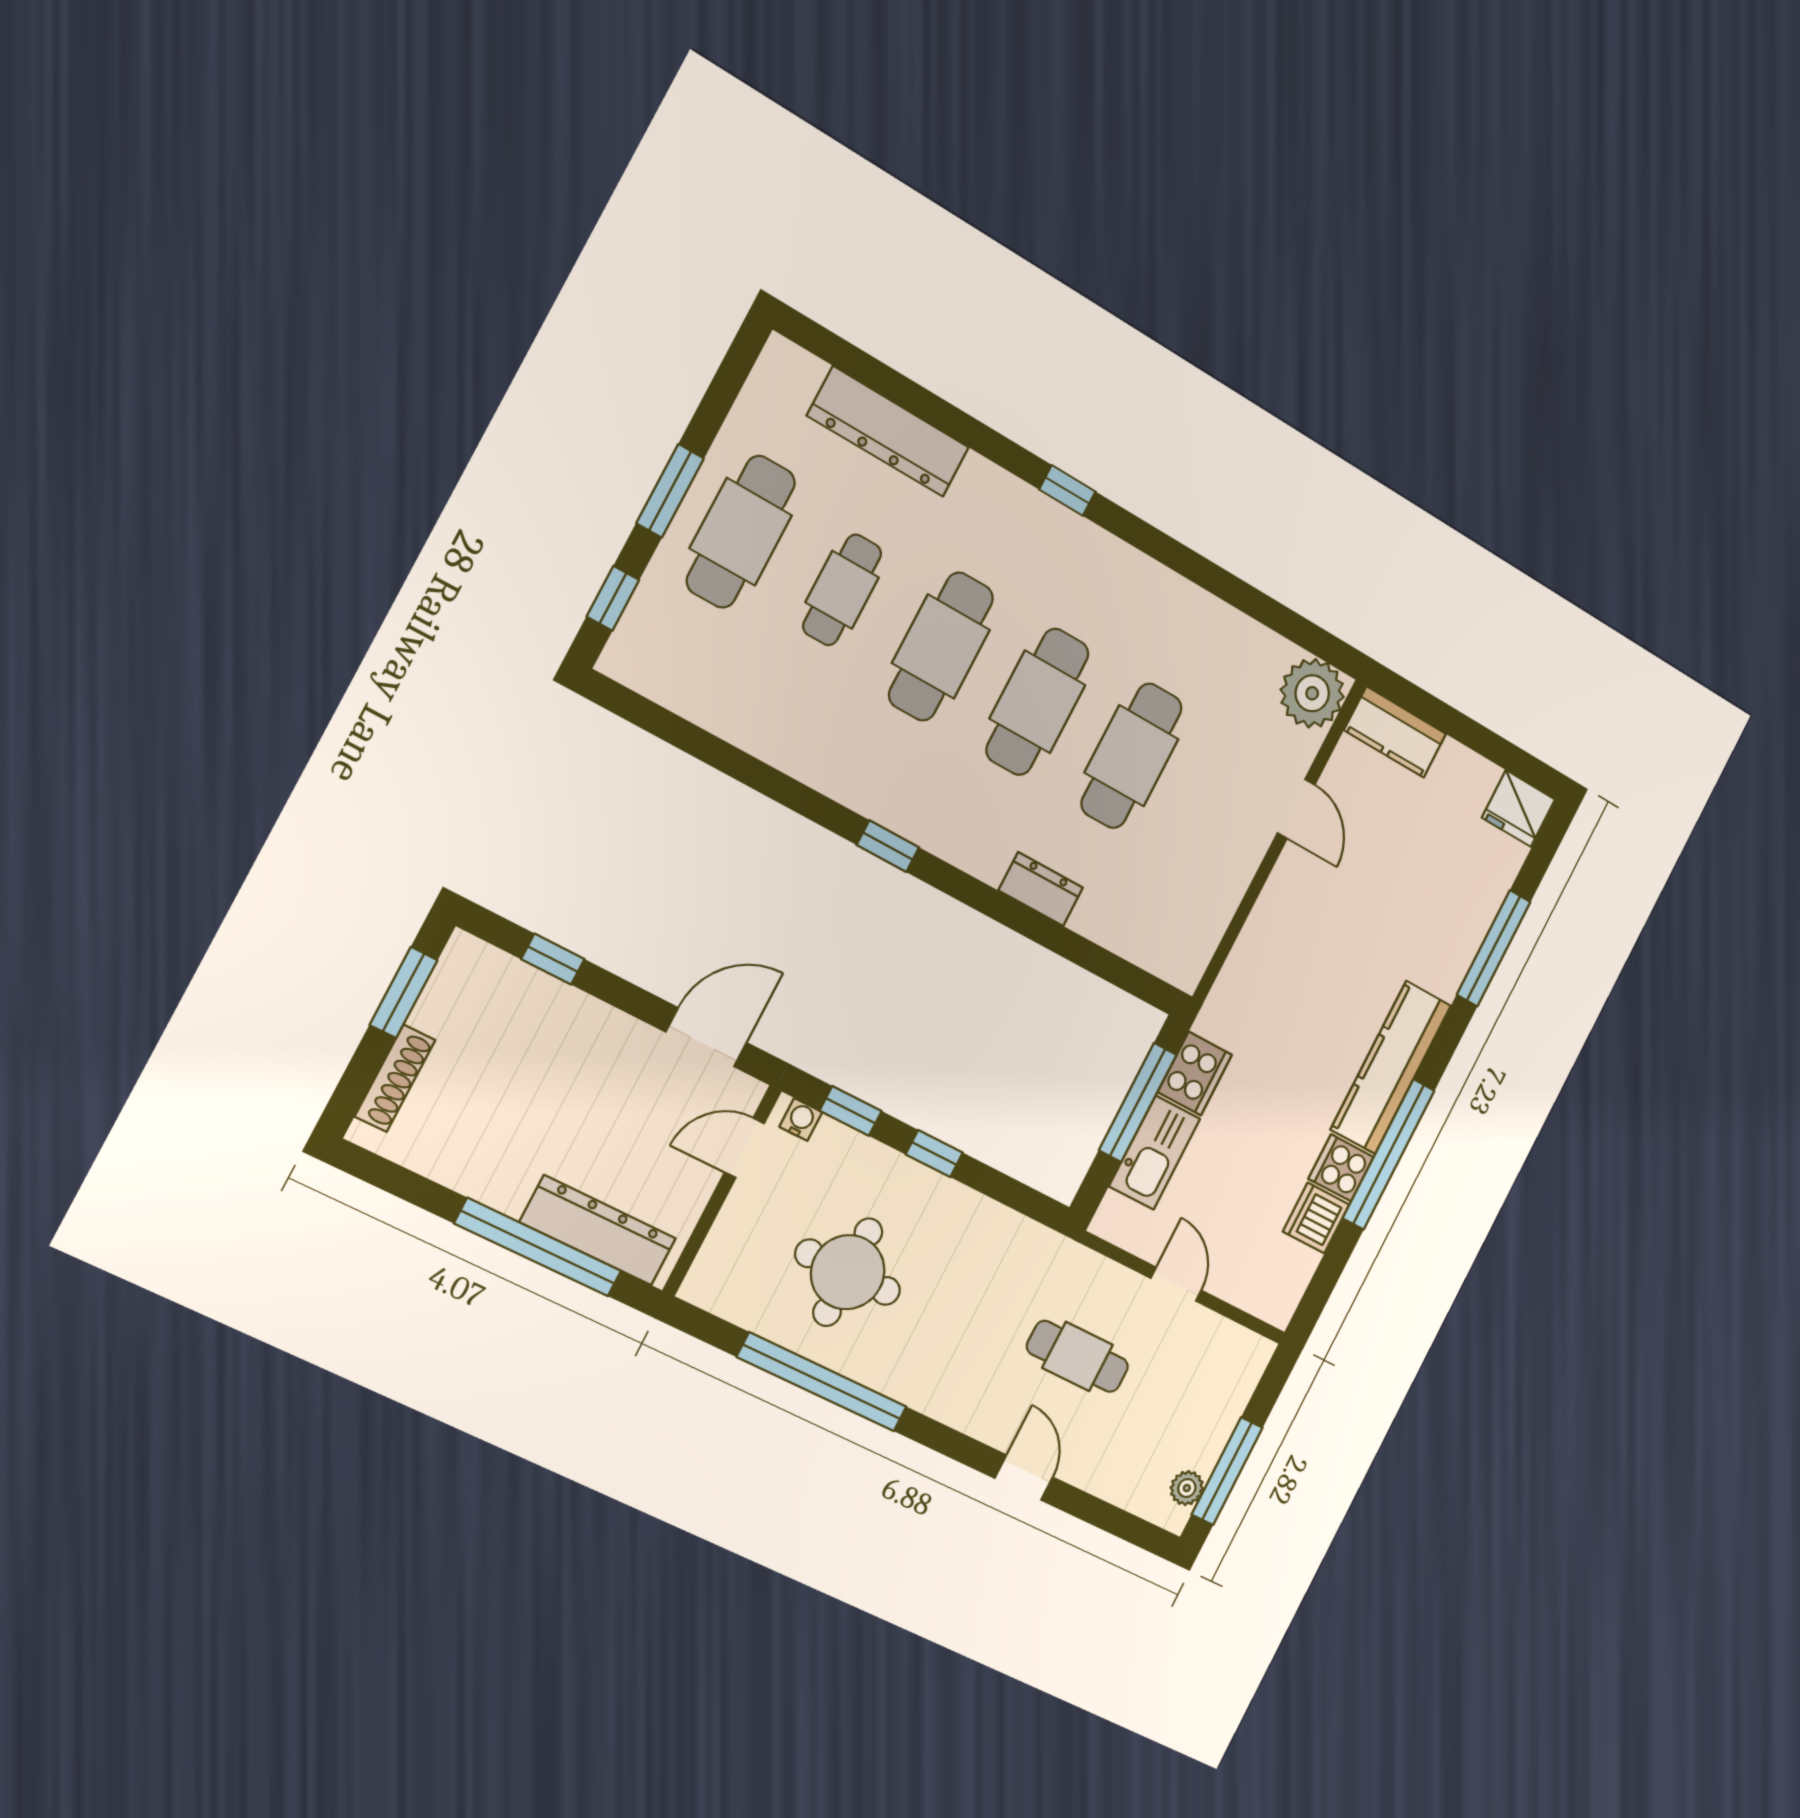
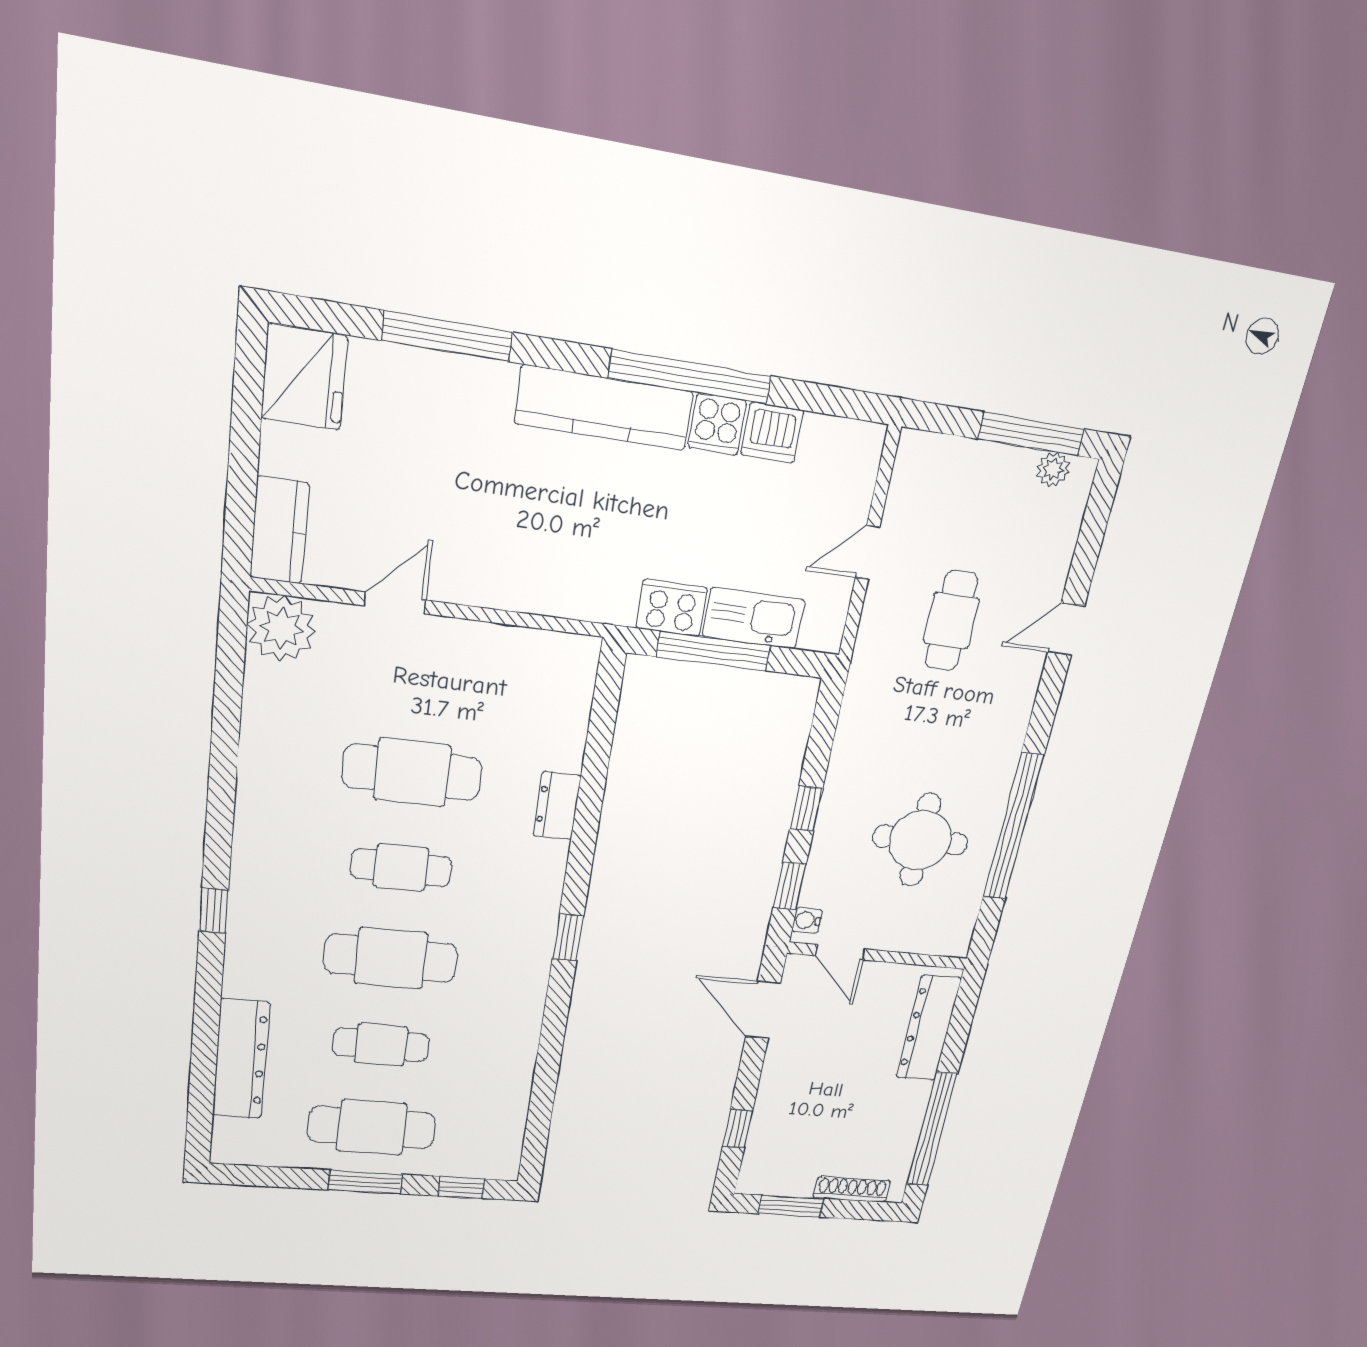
cafe table: (1037, 702) -> (401, 868), width x0.73, depth x0.74
fridge: (1518, 809) -> (304, 377), width x1.36, depth x1.34
window: (538, 1247) -> (932, 1129), moved

